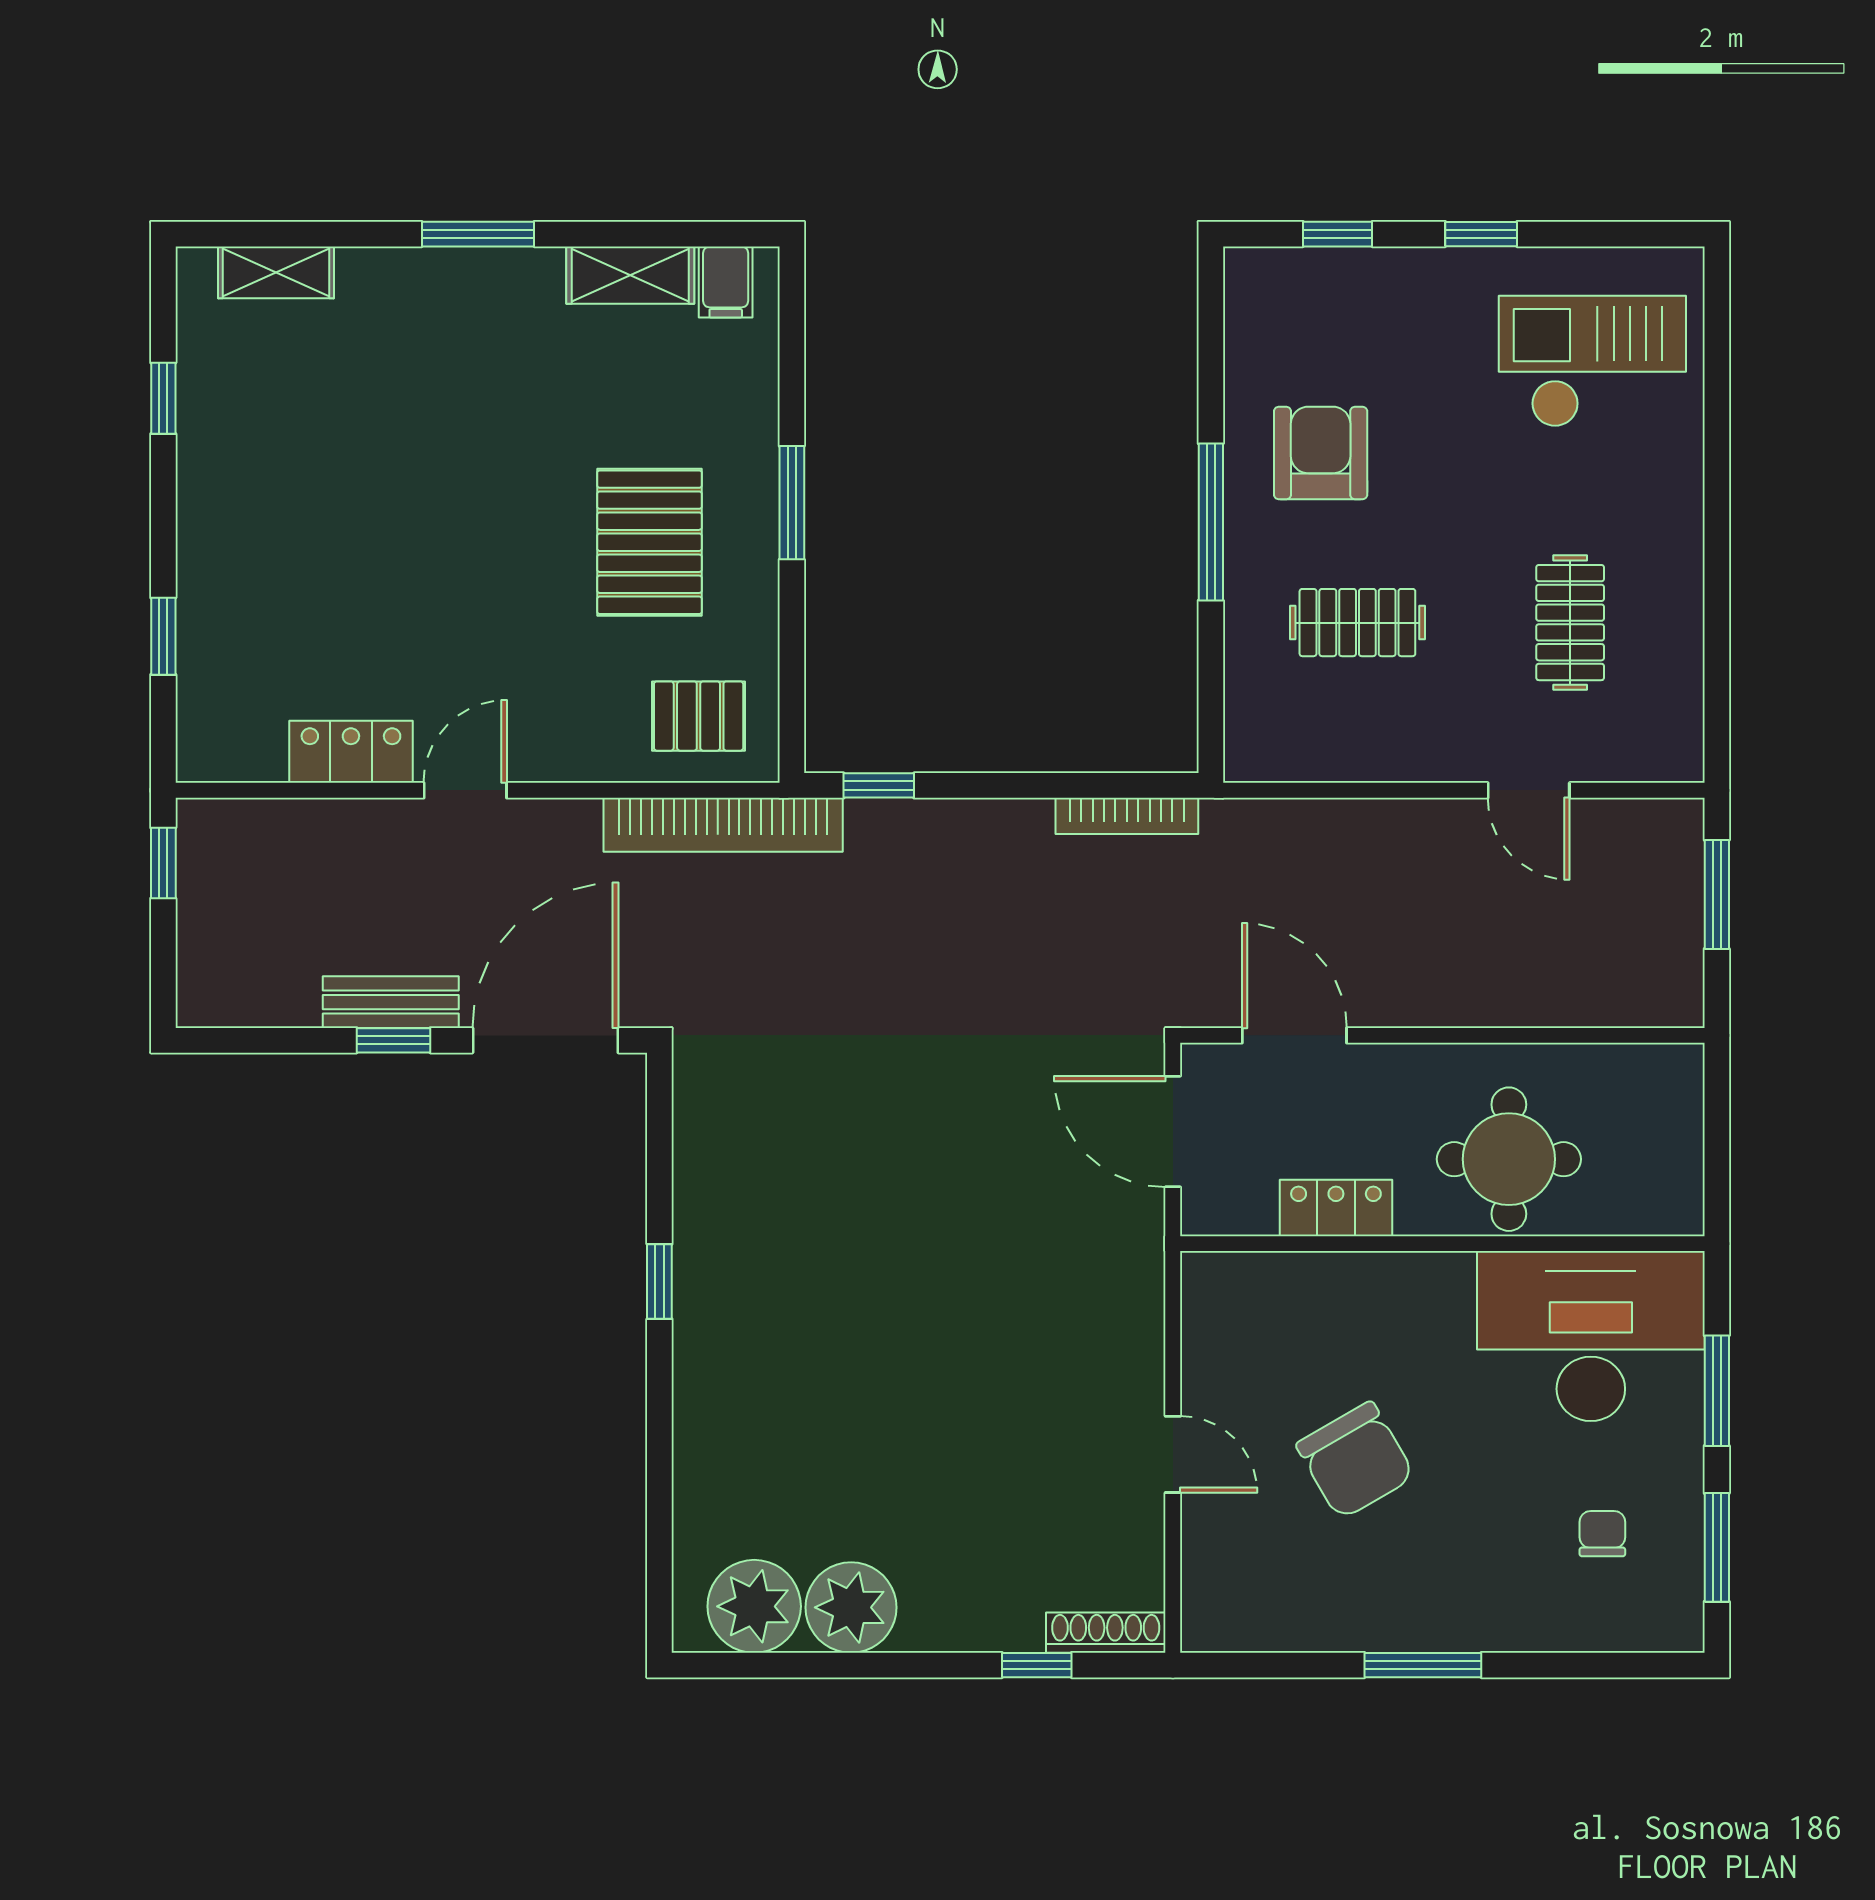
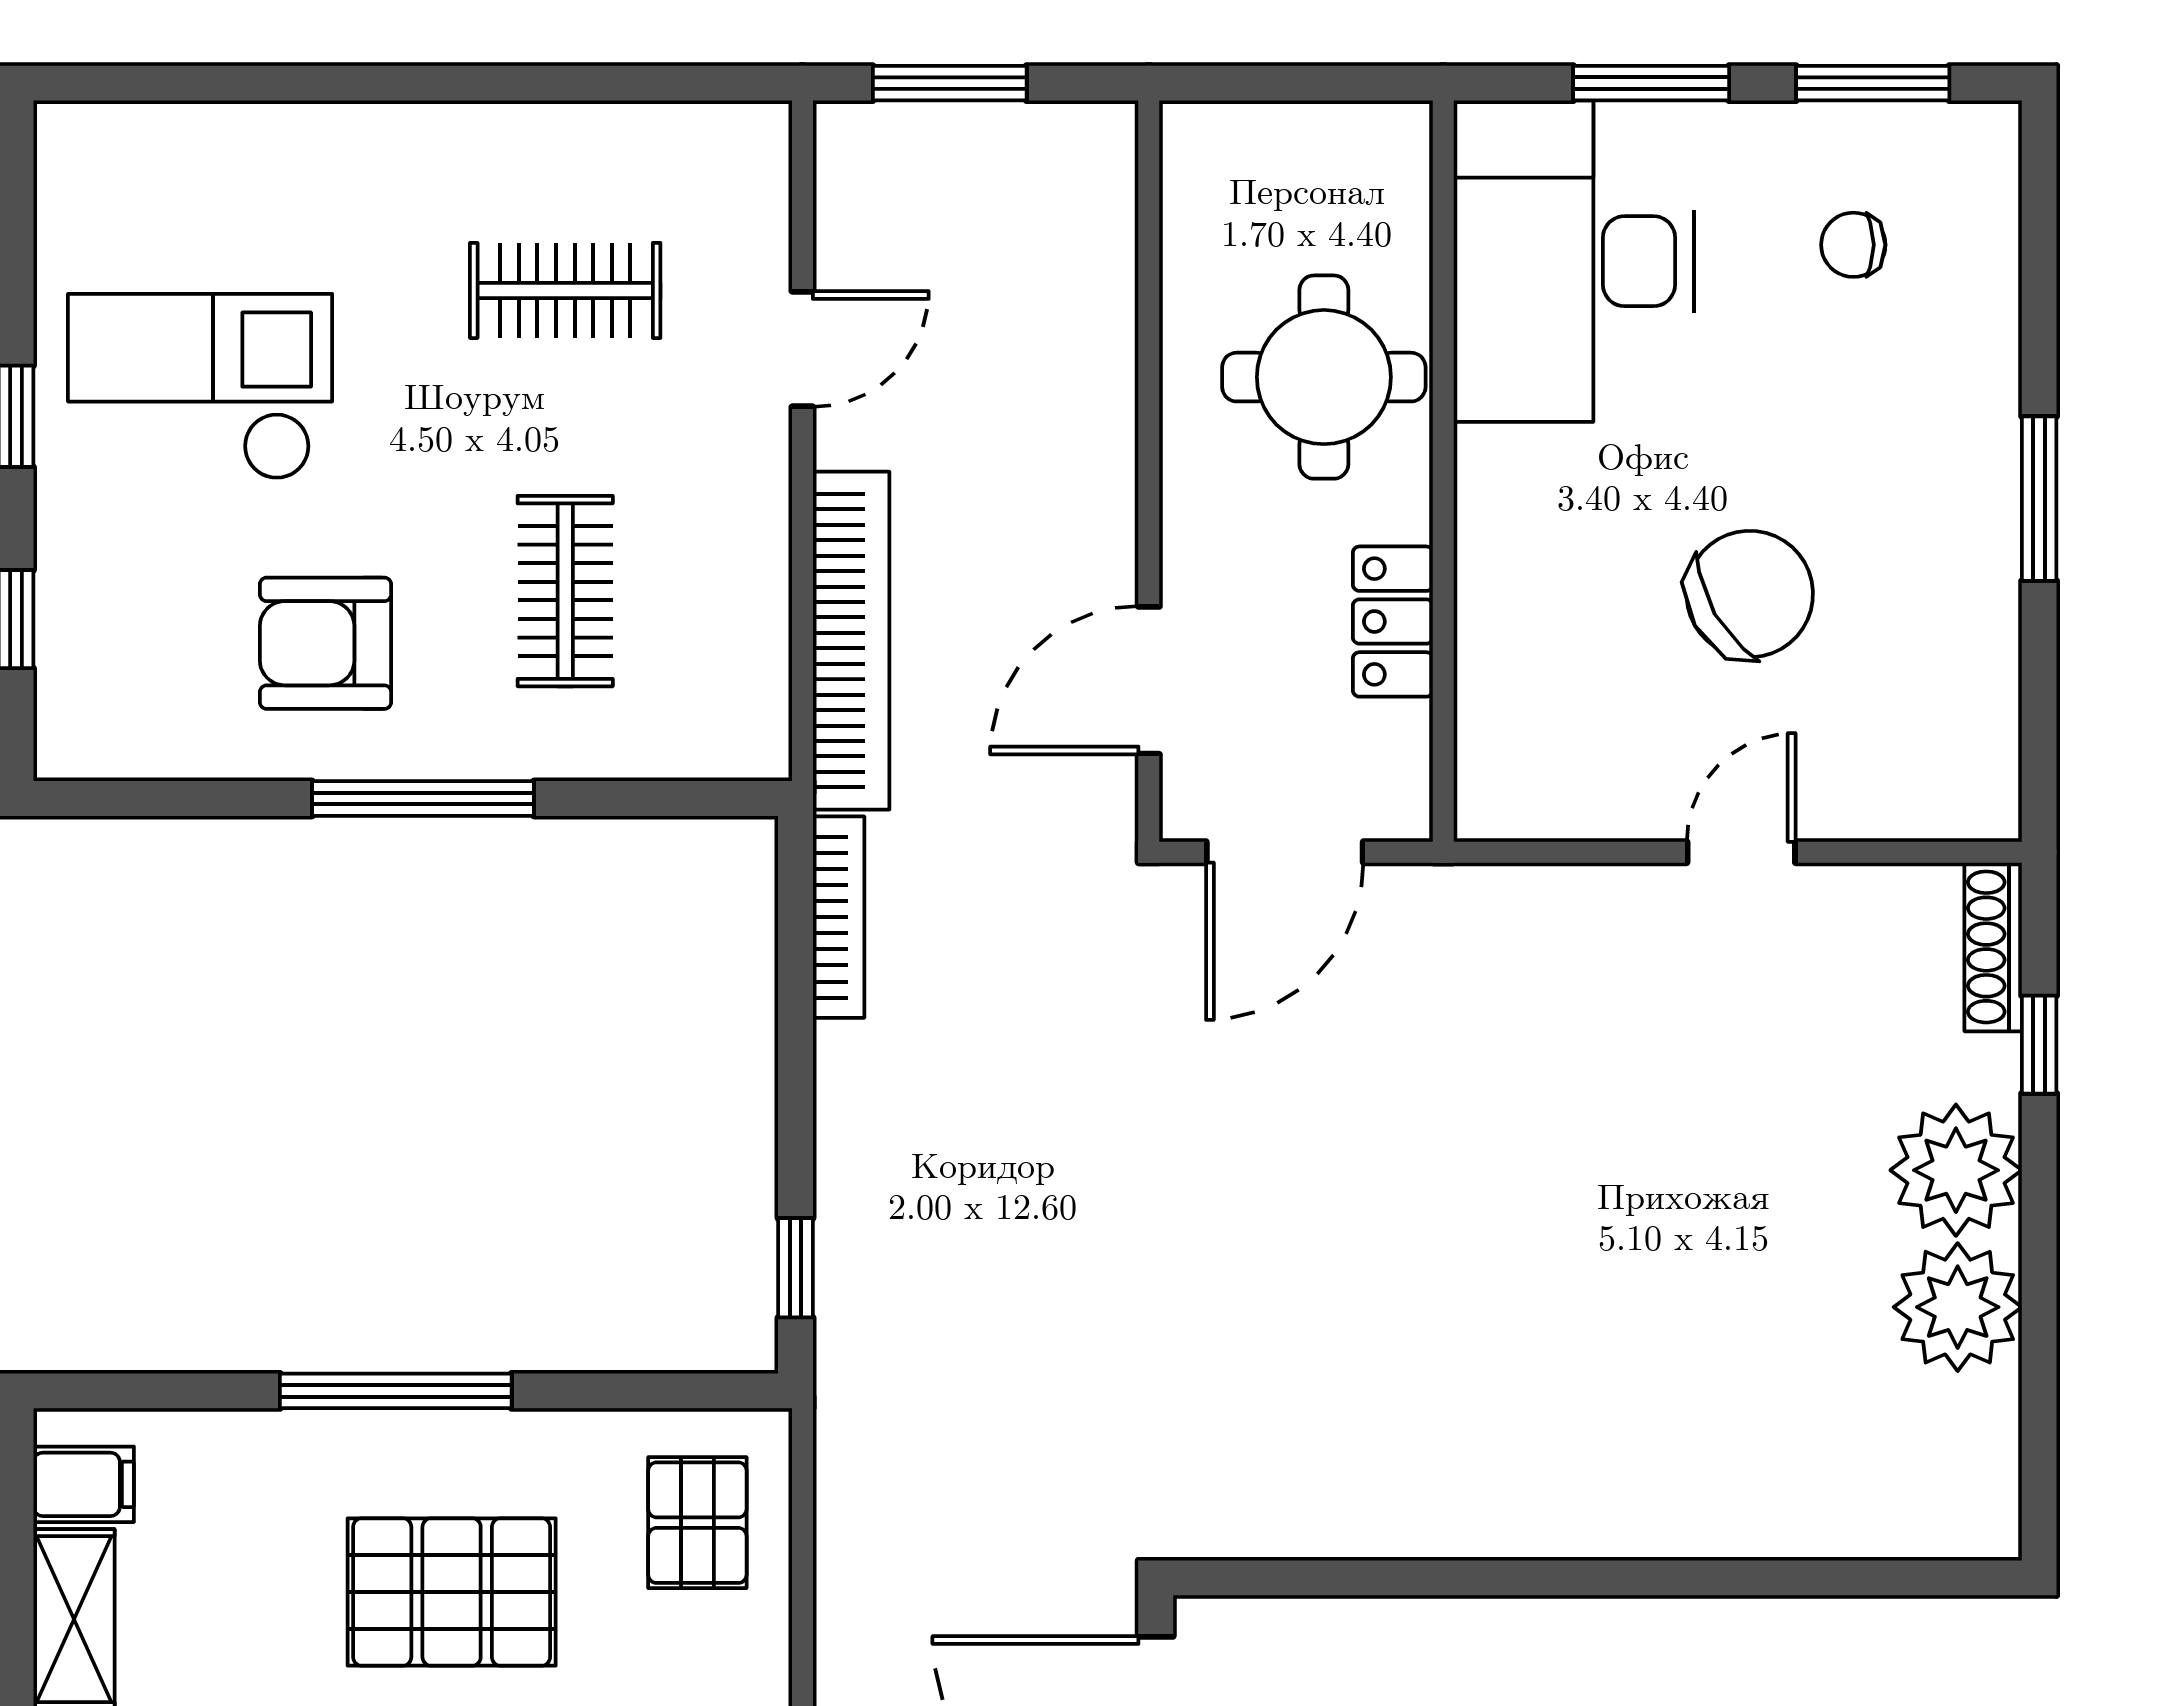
checkout: (1592, 361) -> (200, 387), moved, turned 90
window: (792, 503) -> (396, 1391), width x1.44
bookcase: (723, 825) -> (851, 641), moved
window: (659, 1281) -> (1497, 1578), removed
plant: (754, 1606) -> (1956, 1170), moved

